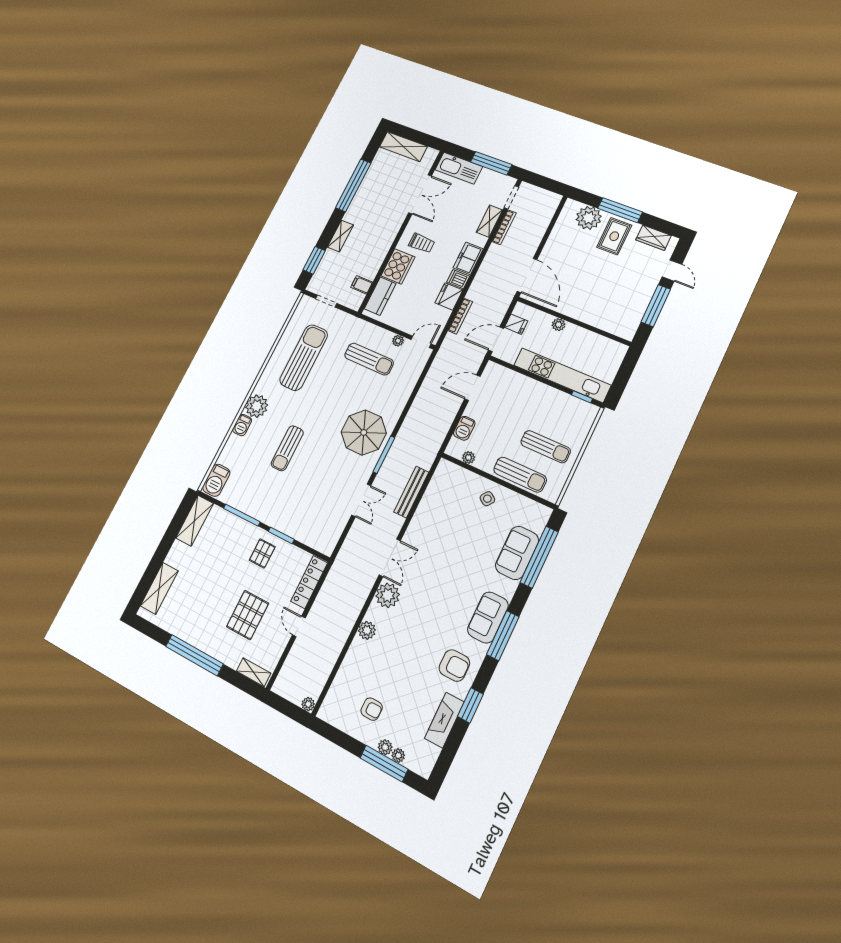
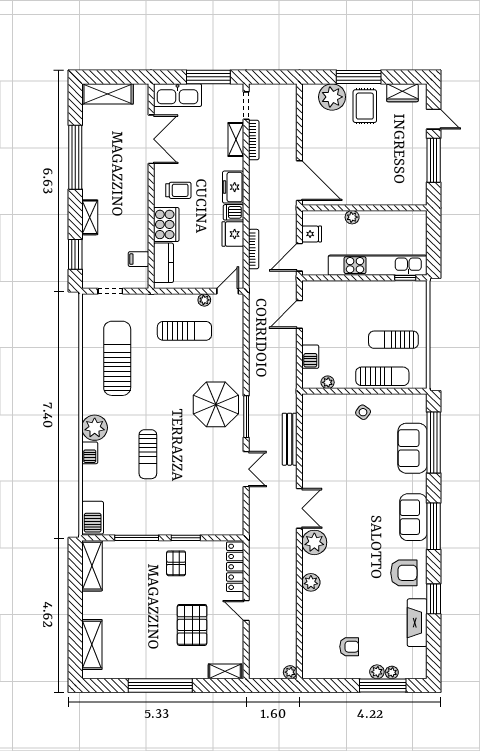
sun lounger: (546, 447) -> (393, 340), turned 180

